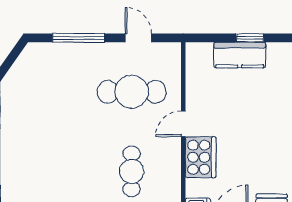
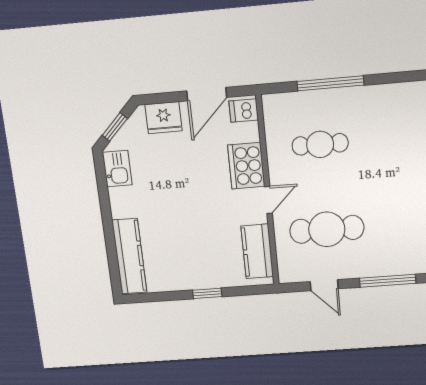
kitchen counter: (240, 55) -> (257, 251), moved, turned -90
cafe table: (132, 171) -> (320, 144), turned 90

